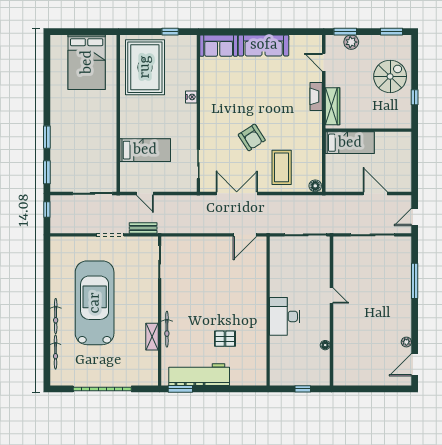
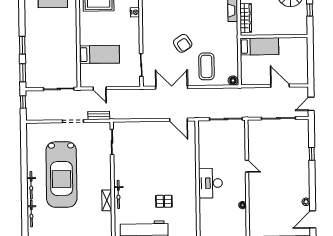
door: (245, 235) -> (178, 120), hinge flipped
window: (415, 281) -> (312, 154), width x0.46
car: (95, 303) -> (61, 175), turned 180

